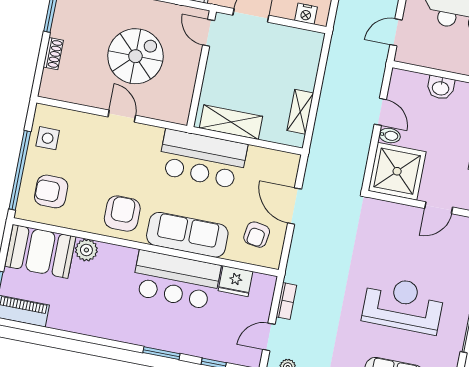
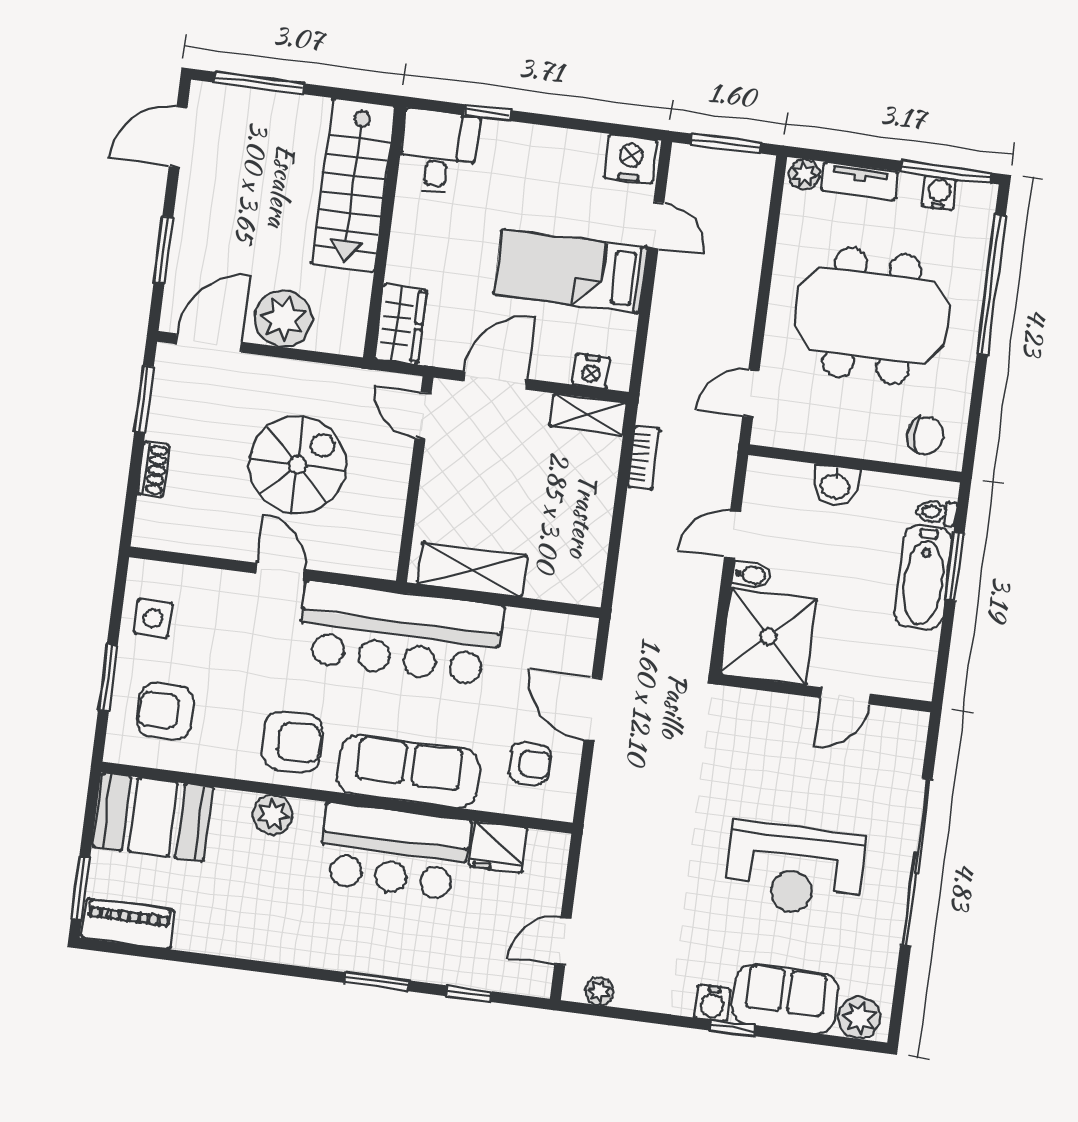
shelving: (300, 112) -> (588, 415), moved, turned 90
door: (380, 112) -> (733, 534), swing flipped
bar counter: (203, 159) -> (400, 633), width x1.36
window: (20, 170) -> (108, 678), width x0.47
armchair: (122, 214) -> (292, 742), turned 88
armchair: (257, 235) -> (530, 763), turned -99
plant: (86, 250) -> (273, 815), moved
bookcase: (286, 301) -> (644, 458), moved
reception desk: (403, 305) -> (794, 870), turned 180

